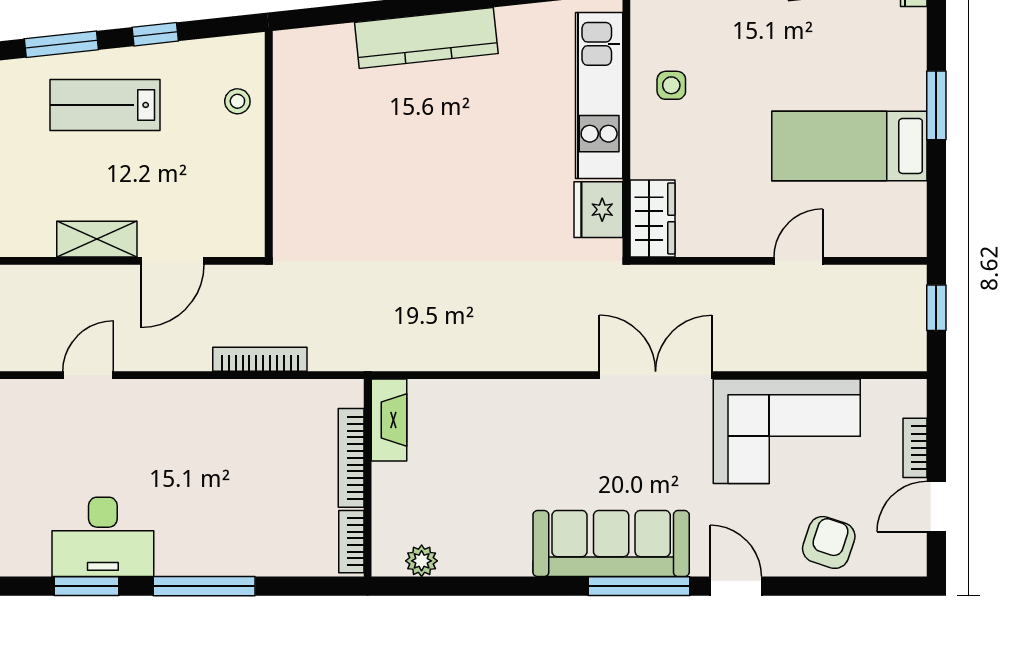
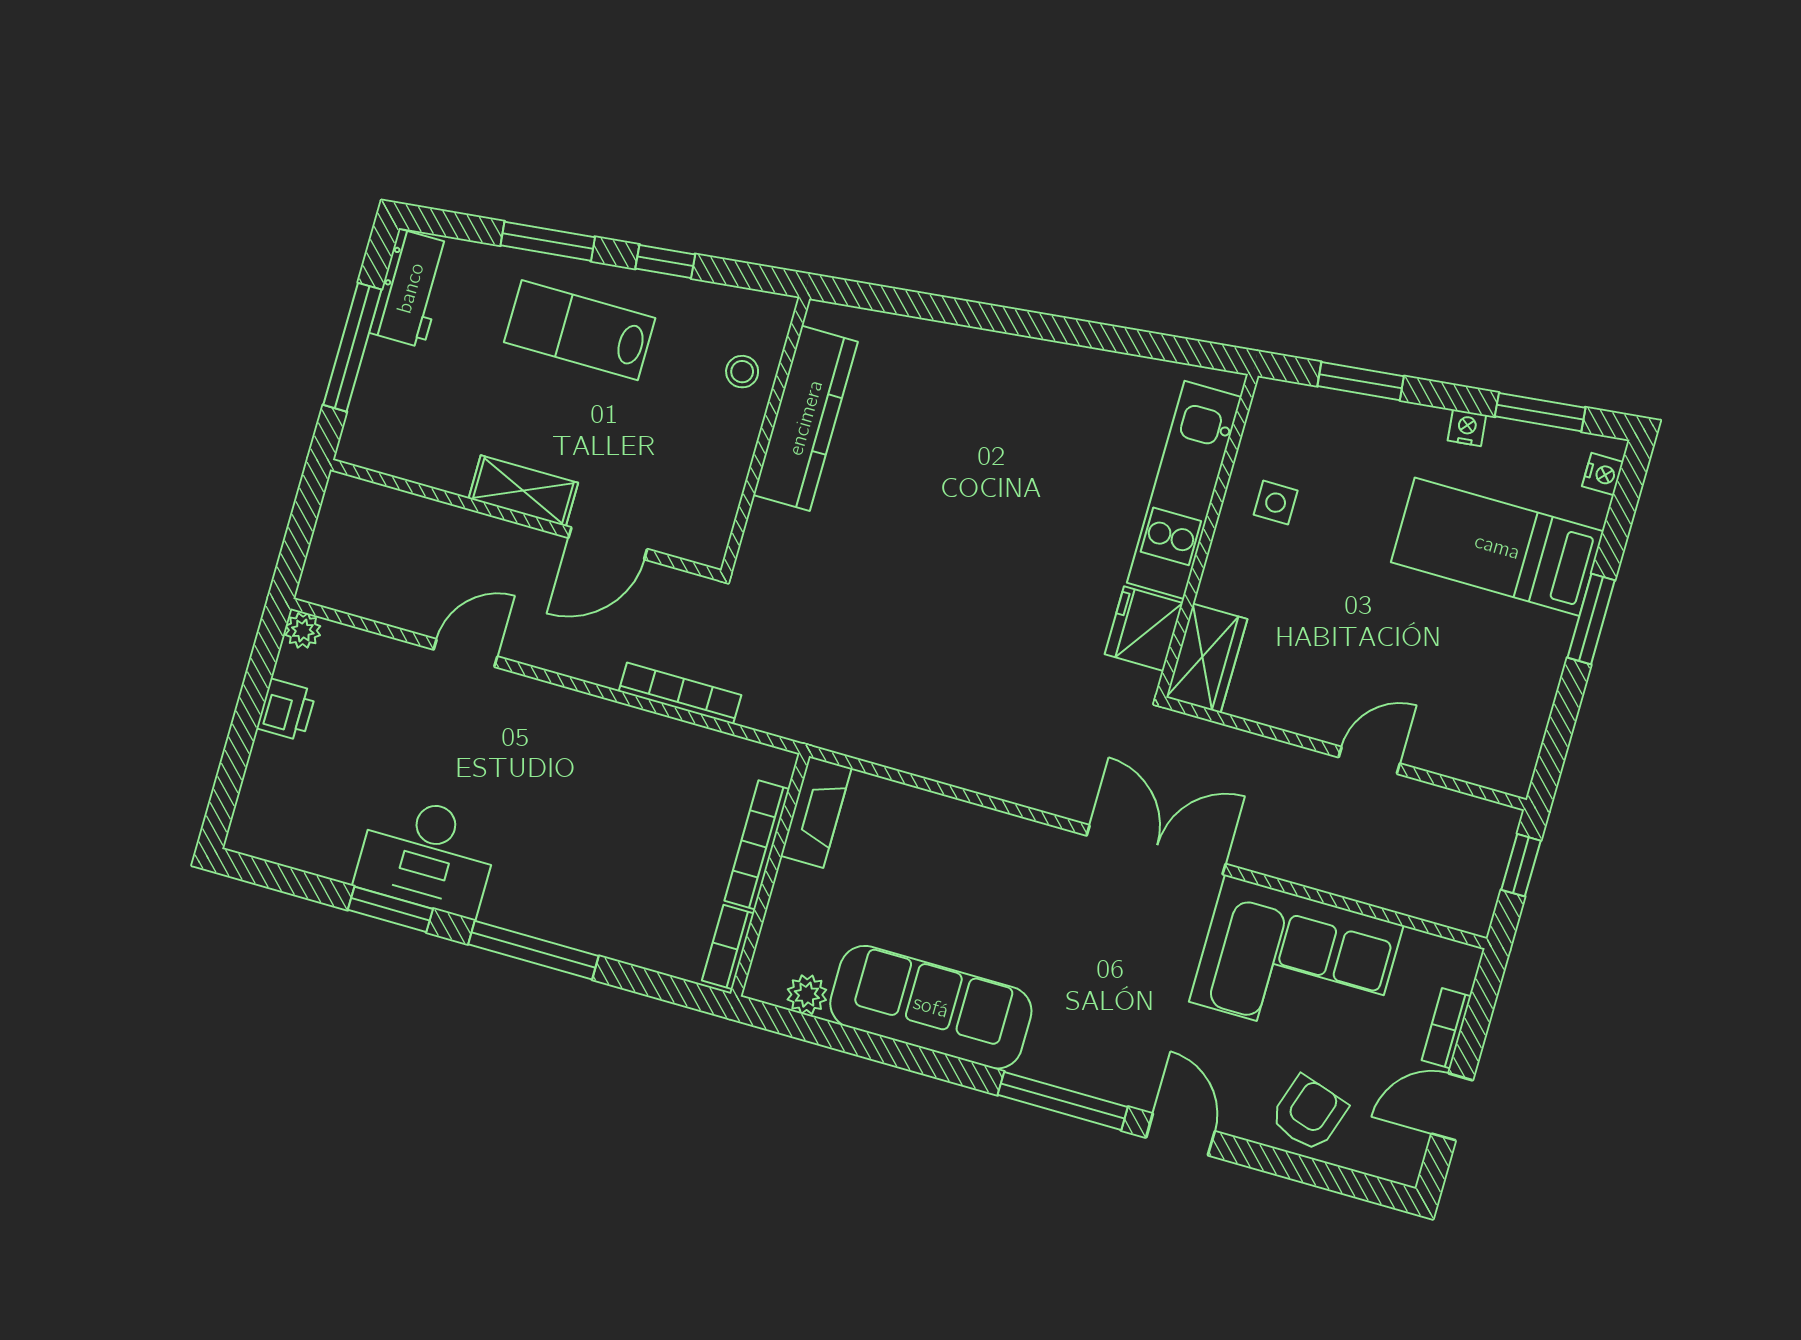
kitchen counter: (426, 38) -> (806, 418), moved, turned -84
bed: (849, 146) -> (1497, 547), moved
sofa: (611, 544) -> (931, 1007), moved

